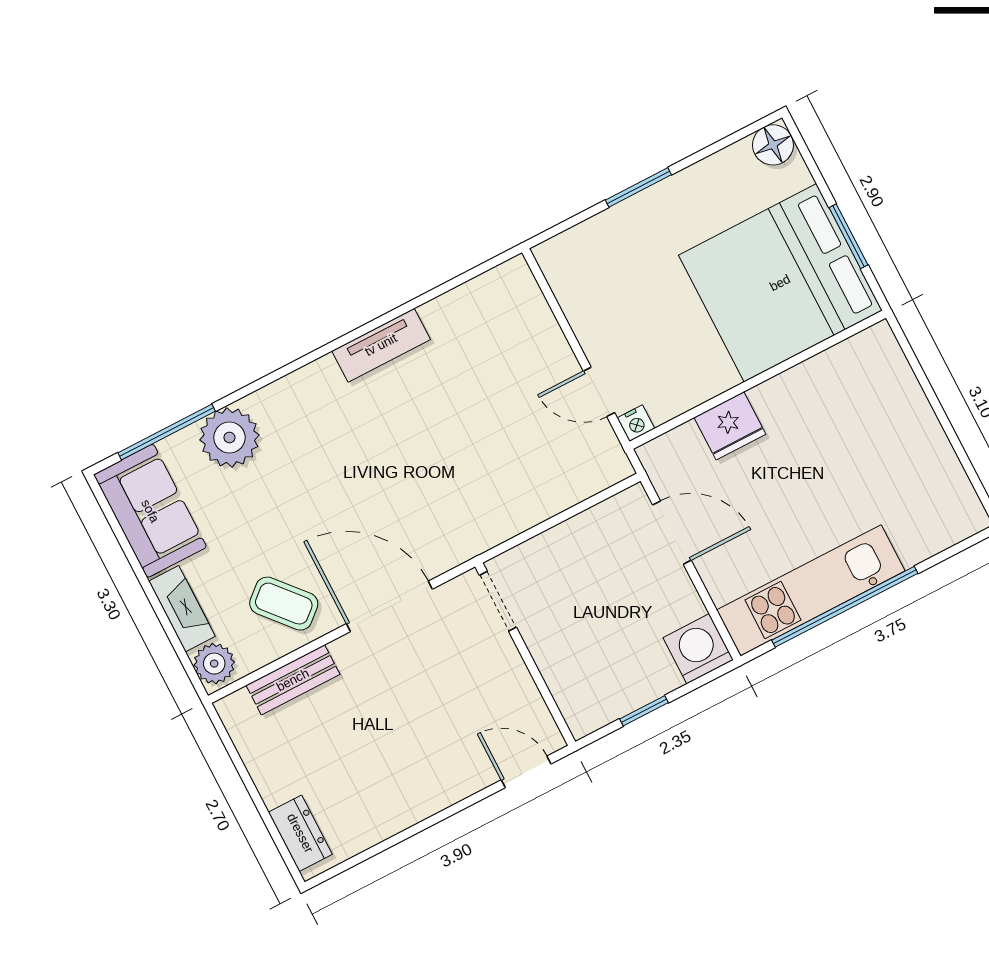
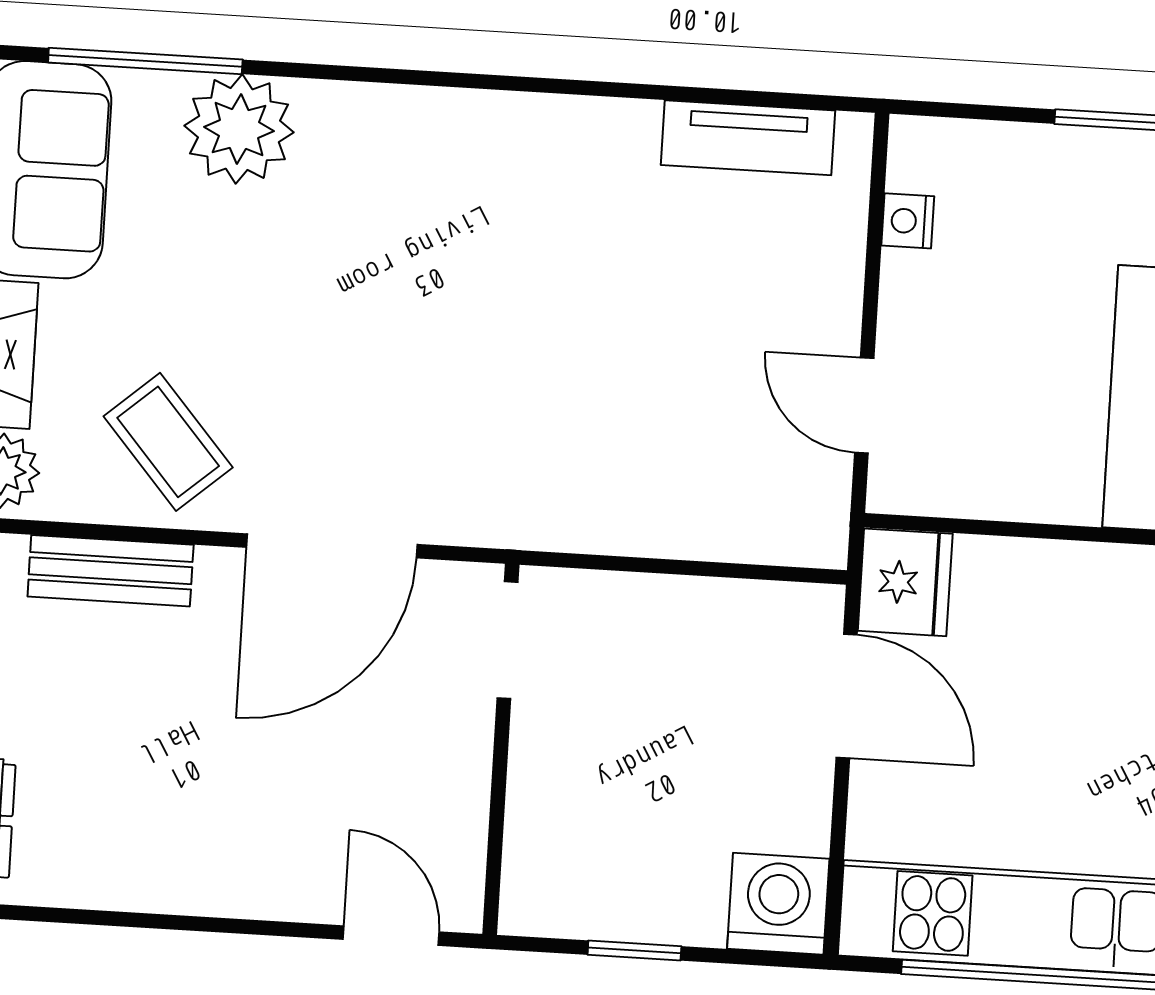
tv unit: (381, 345) -> (748, 138), moved
nightstand: (636, 423) -> (908, 221), moved, turned 90
fridge: (730, 426) -> (905, 582), moved, turned -90
door: (389, 606) -> (332, 546), swing flipped

